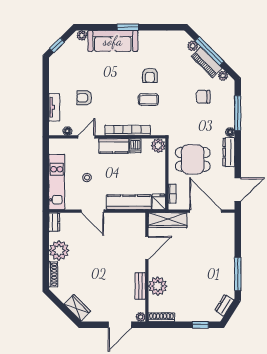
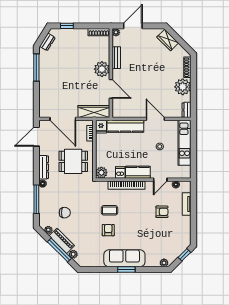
sofa: (113, 41) -> (124, 258), moved
door: (147, 248) -> (111, 89), swing flipped
plant: (158, 286) -> (102, 69), moved

